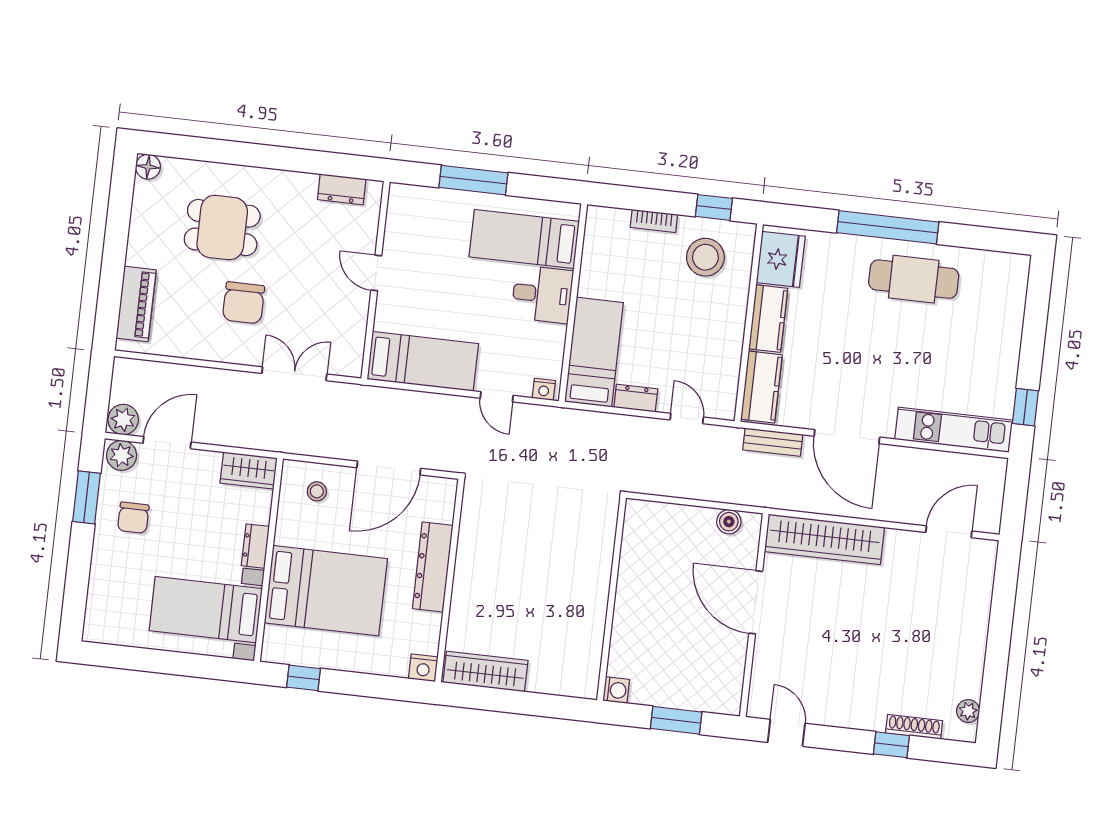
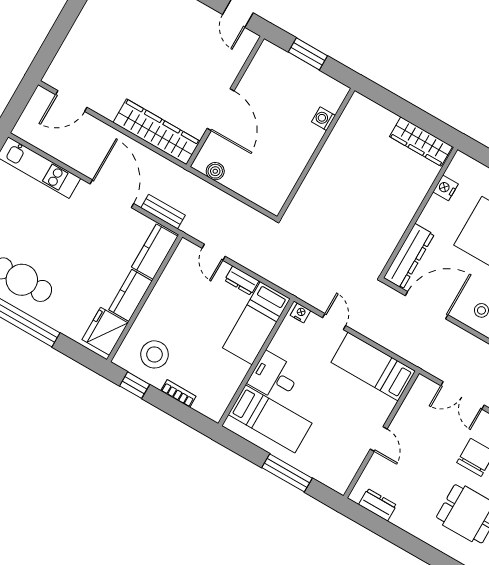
dresser: (433, 567) -> (409, 256), moved
nightstand: (423, 668) -> (446, 188), moved, turned -90
washing machine: (616, 690) -> (323, 119), moved

